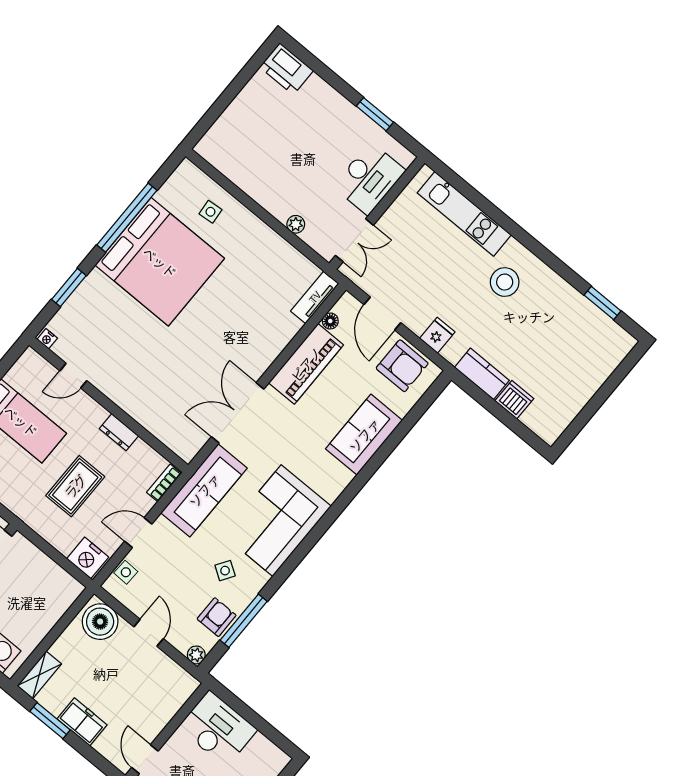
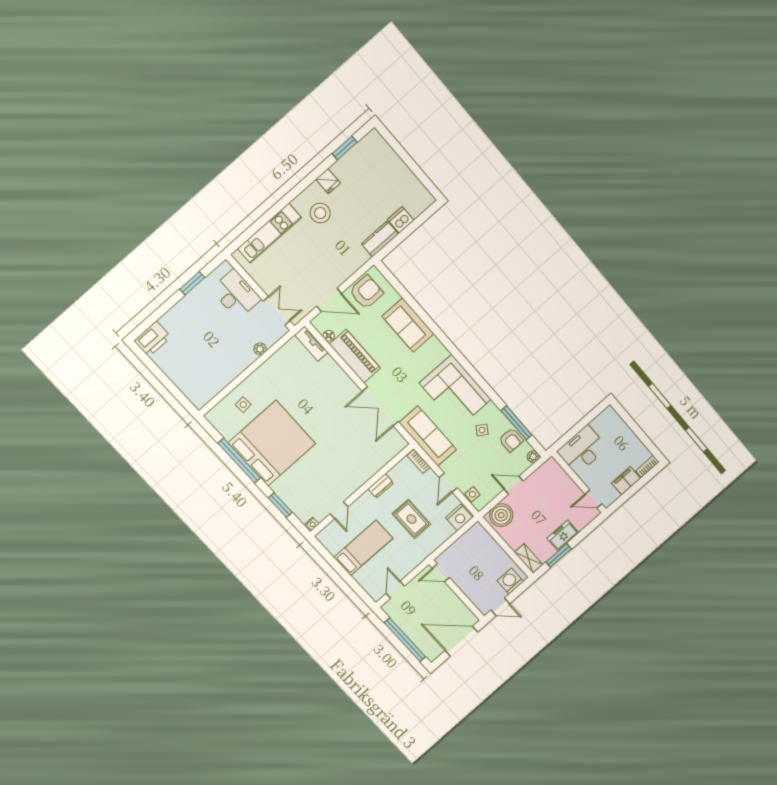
fridge: (437, 335) -> (328, 181), moved, turned 180
armchair: (217, 617) -> (511, 440), turned 180

